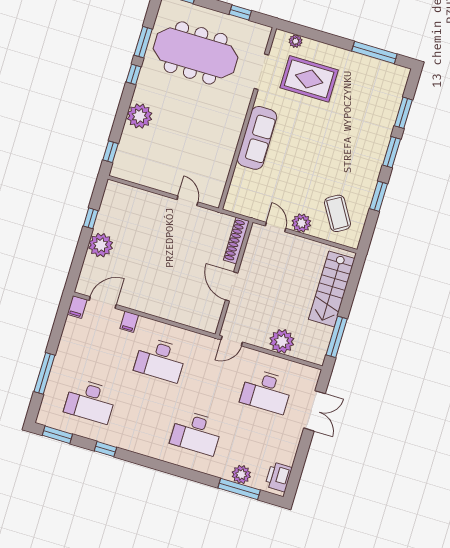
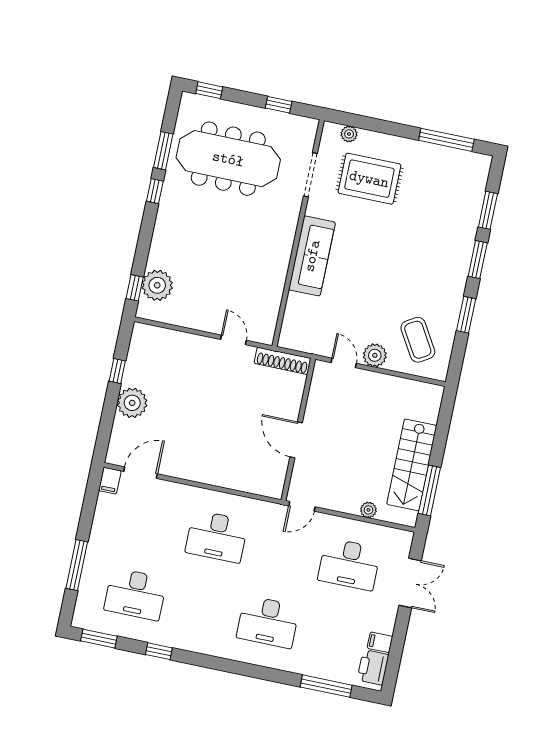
plant: (140, 116) -> (157, 285), moved
shoe rack: (236, 241) -> (282, 361), moved, turned -90
stairs: (332, 289) -> (412, 465), moved
filing cabinet: (129, 322) -> (380, 642), moved, turned 90
plant: (282, 341) -> (368, 510), width x0.53, depth x0.53
plant: (241, 475) -> (327, 668), removed

